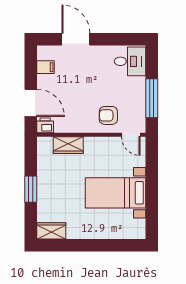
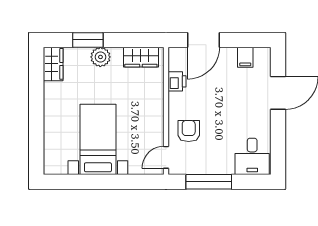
printer: (45, 125) -> (177, 81), moved
wardrobe: (68, 145) -> (141, 57), moved, turned -90
window: (31, 189) -> (88, 40), moved
plant: (45, 191) -> (100, 57), added

